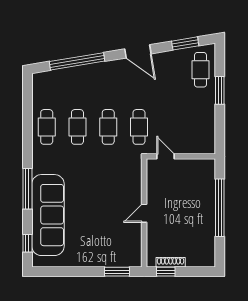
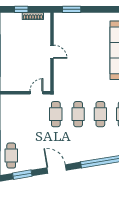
door: (166, 156) -> (37, 93), swing flipped
door: (144, 213) -> (52, 52), hinge flipped
window: (166, 272) -> (21, 9), moved

